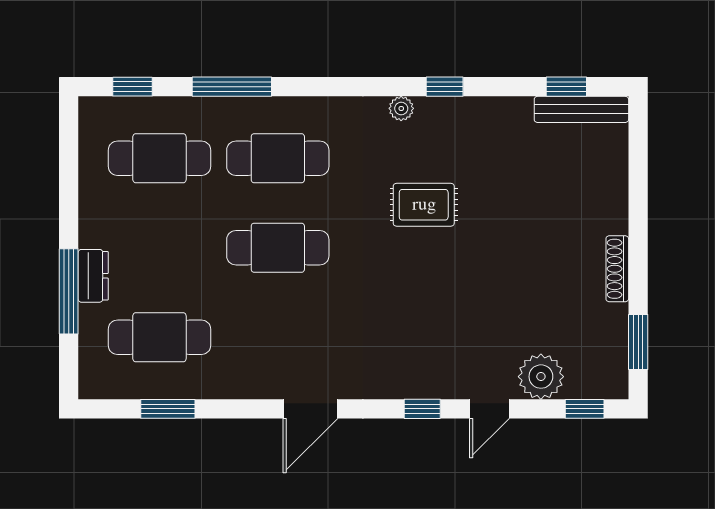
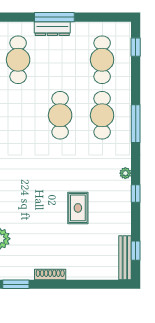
window: (232, 87) -> (136, 124), moved
rug: (424, 205) -> (78, 208), moved
dresser: (93, 276) -> (52, 29), width x1.44
window: (69, 291) -> (54, 17), moved

